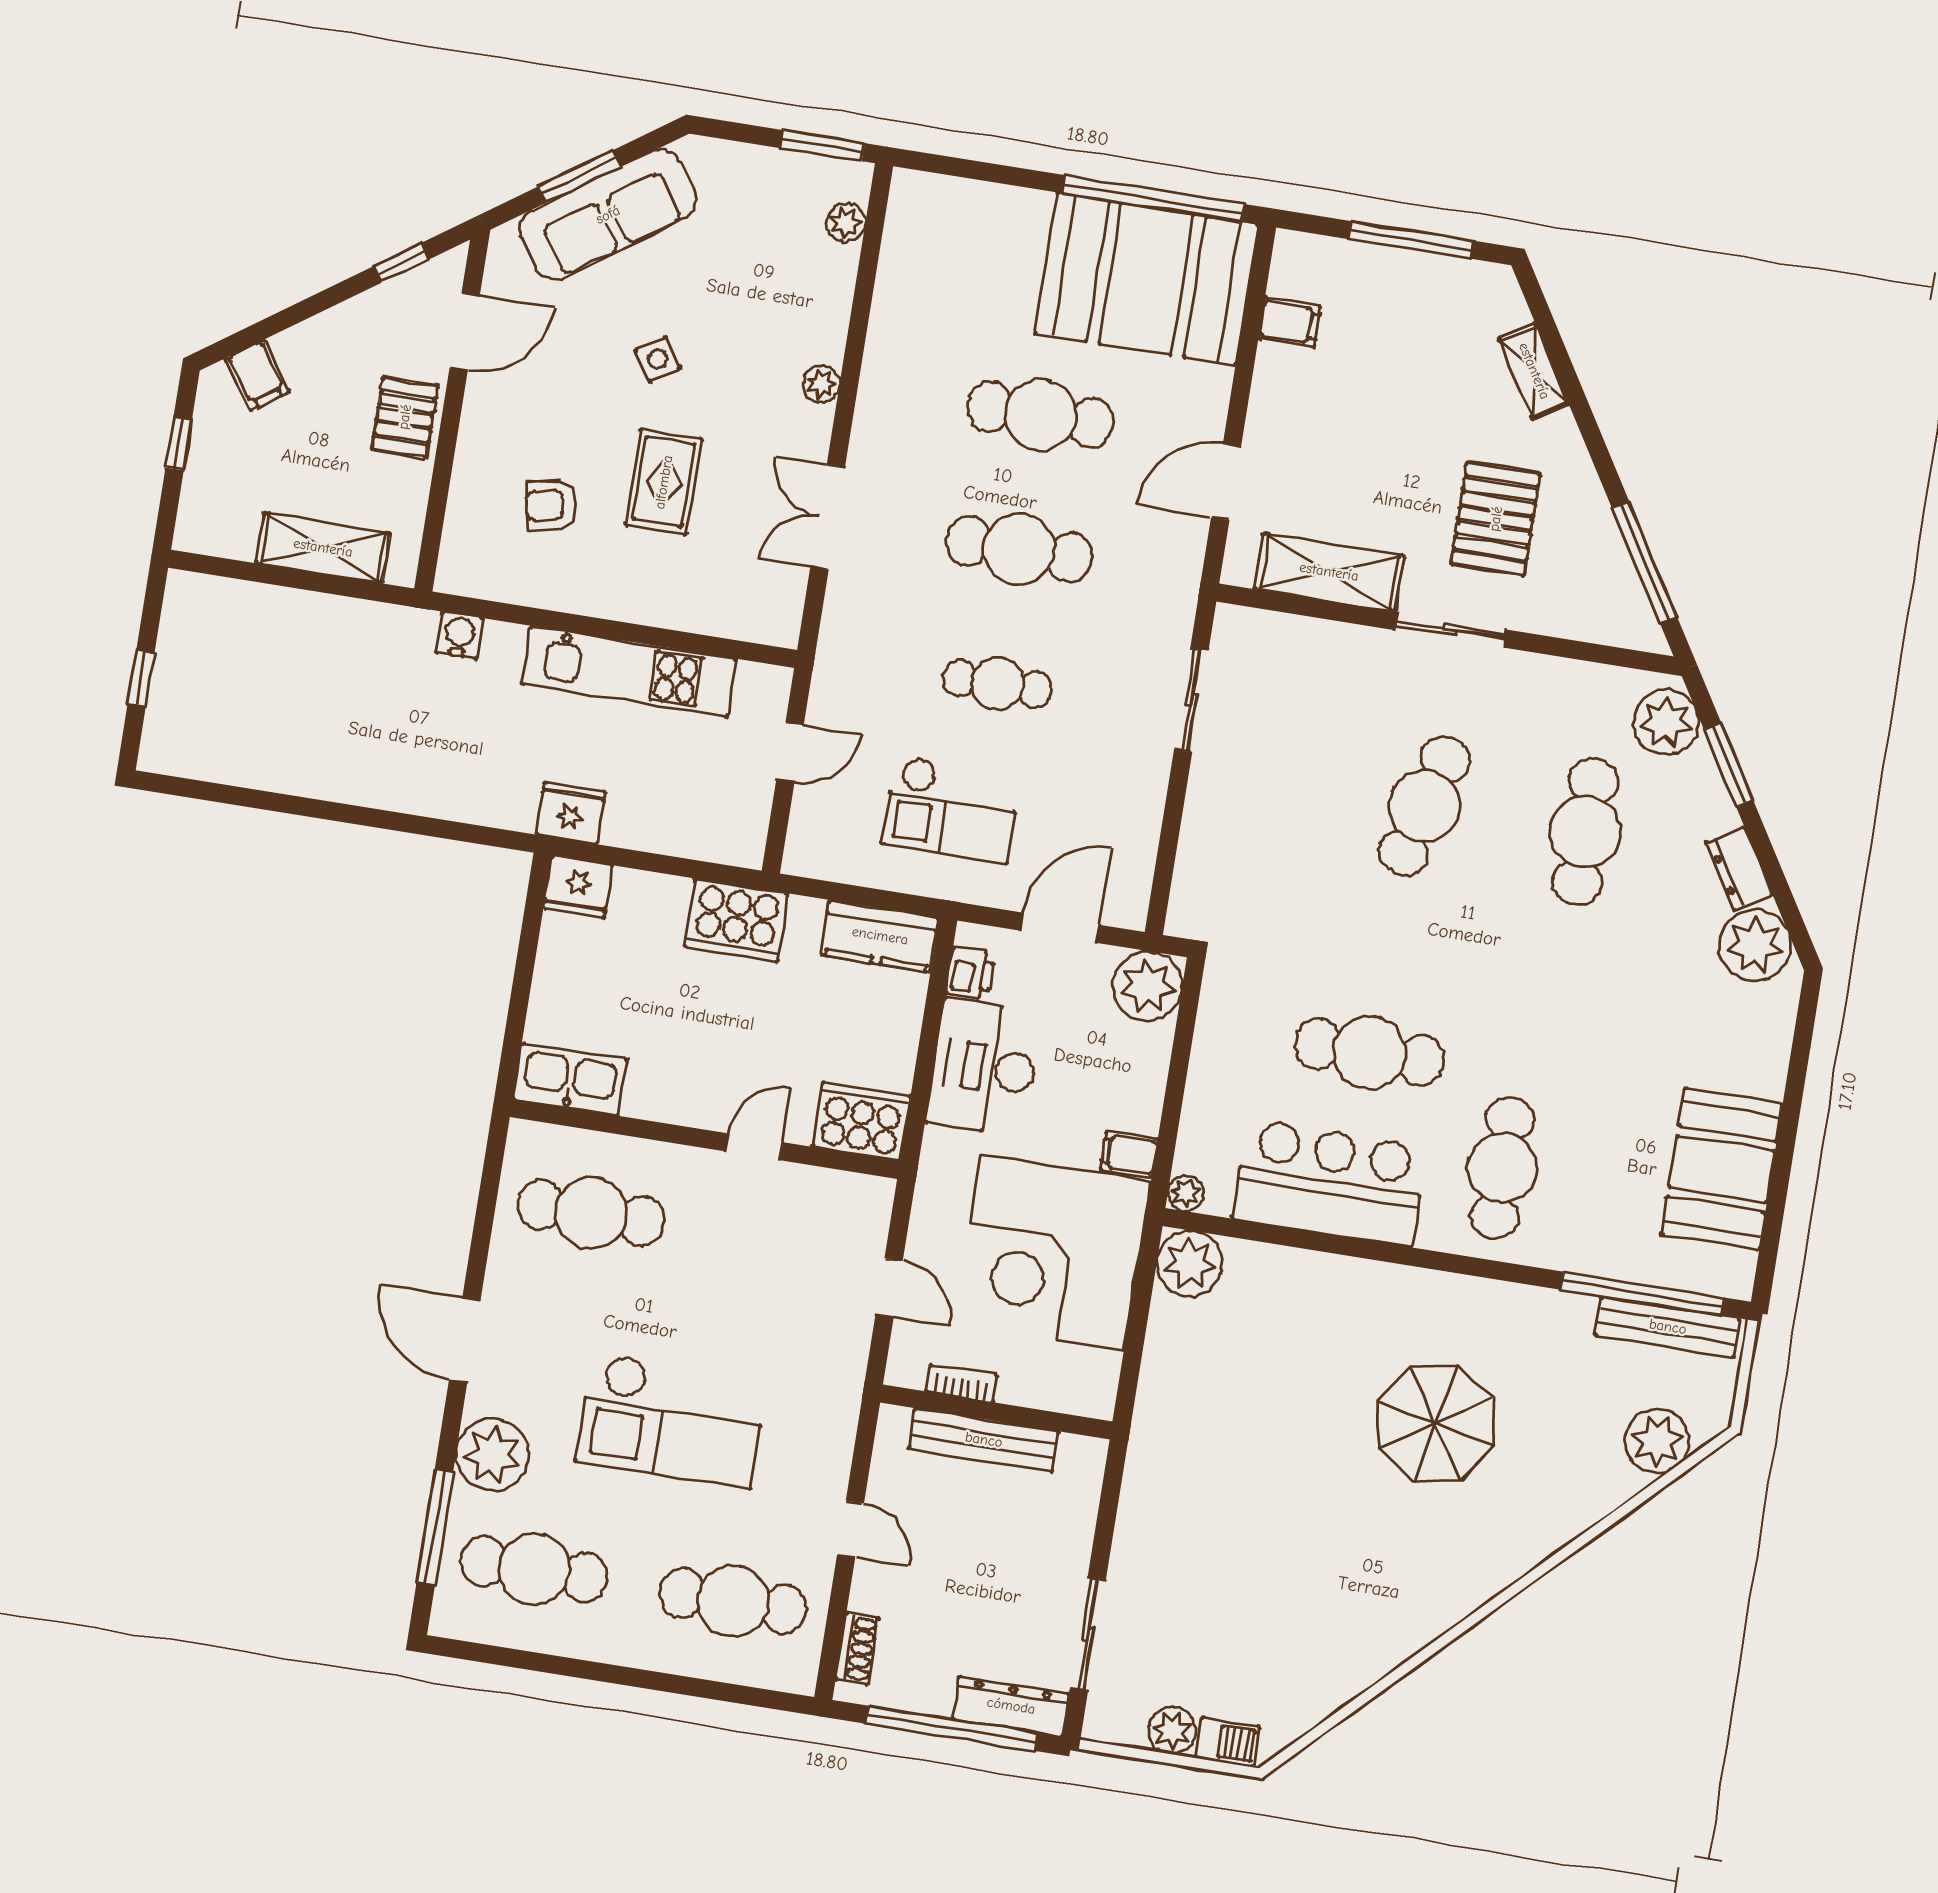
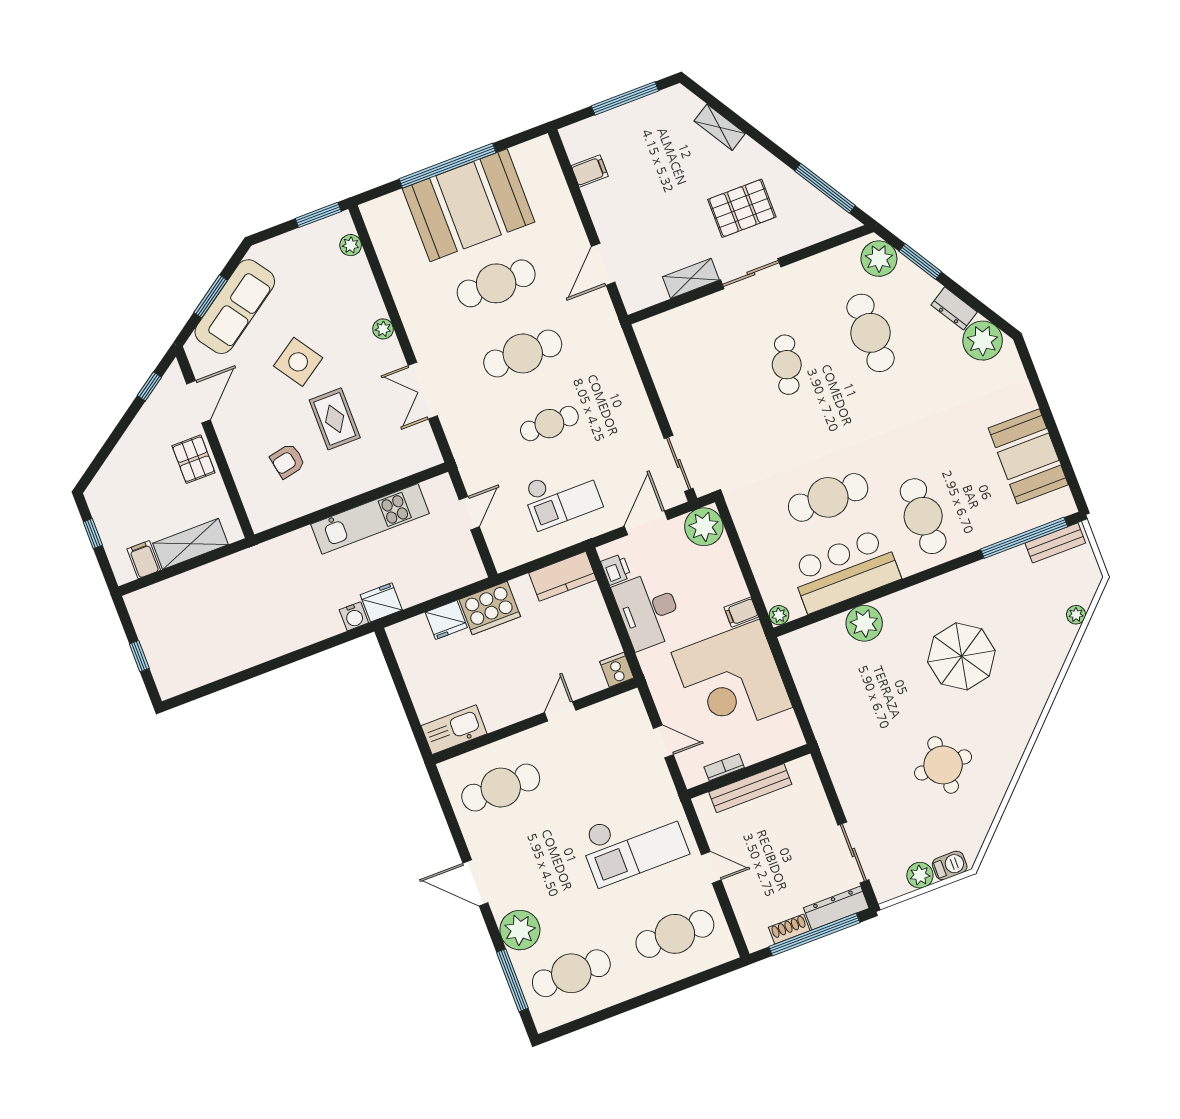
window: (1153, 199) -> (448, 166), moved
booth: (1146, 279) -> (469, 205), moved
side table: (658, 359) -> (298, 362), width x1.87, depth x1.87
filing cabinet: (257, 375) -> (144, 560), moved, turned -145
pallet: (1496, 519) -> (742, 208), turned 90
shelving: (1329, 572) -> (691, 278), width x0.67, depth x0.75
water cooler: (459, 635) -> (354, 616), moved, turned 180
sliding door: (1191, 700) -> (679, 463), moved
cafe table: (1425, 806) -> (787, 365), width x0.73, depth x0.74
fridge: (578, 887) -> (446, 620), moved
cooker: (861, 1121) -> (617, 670), width x0.53, depth x0.76
plant: (1190, 1264) -> (864, 623), moved
bench: (1668, 1327) -> (1055, 543), width x0.73
checkout: (671, 1420) -> (633, 843), moved
plant: (1657, 1441) -> (1076, 615), width x0.53, depth x0.53
round table: (1308, 1578) -> (943, 765), added
shoe rack: (857, 1648) -> (789, 929), moved, turned -90

